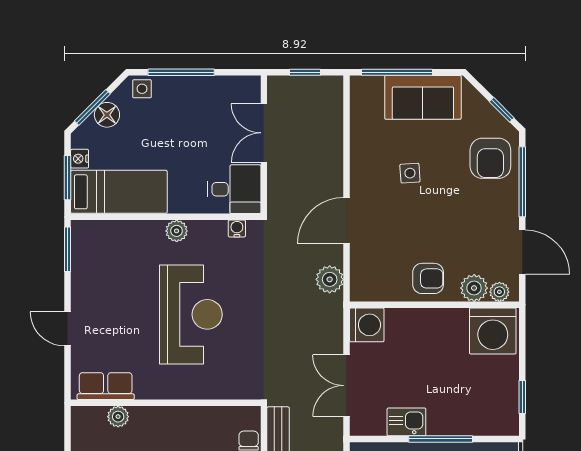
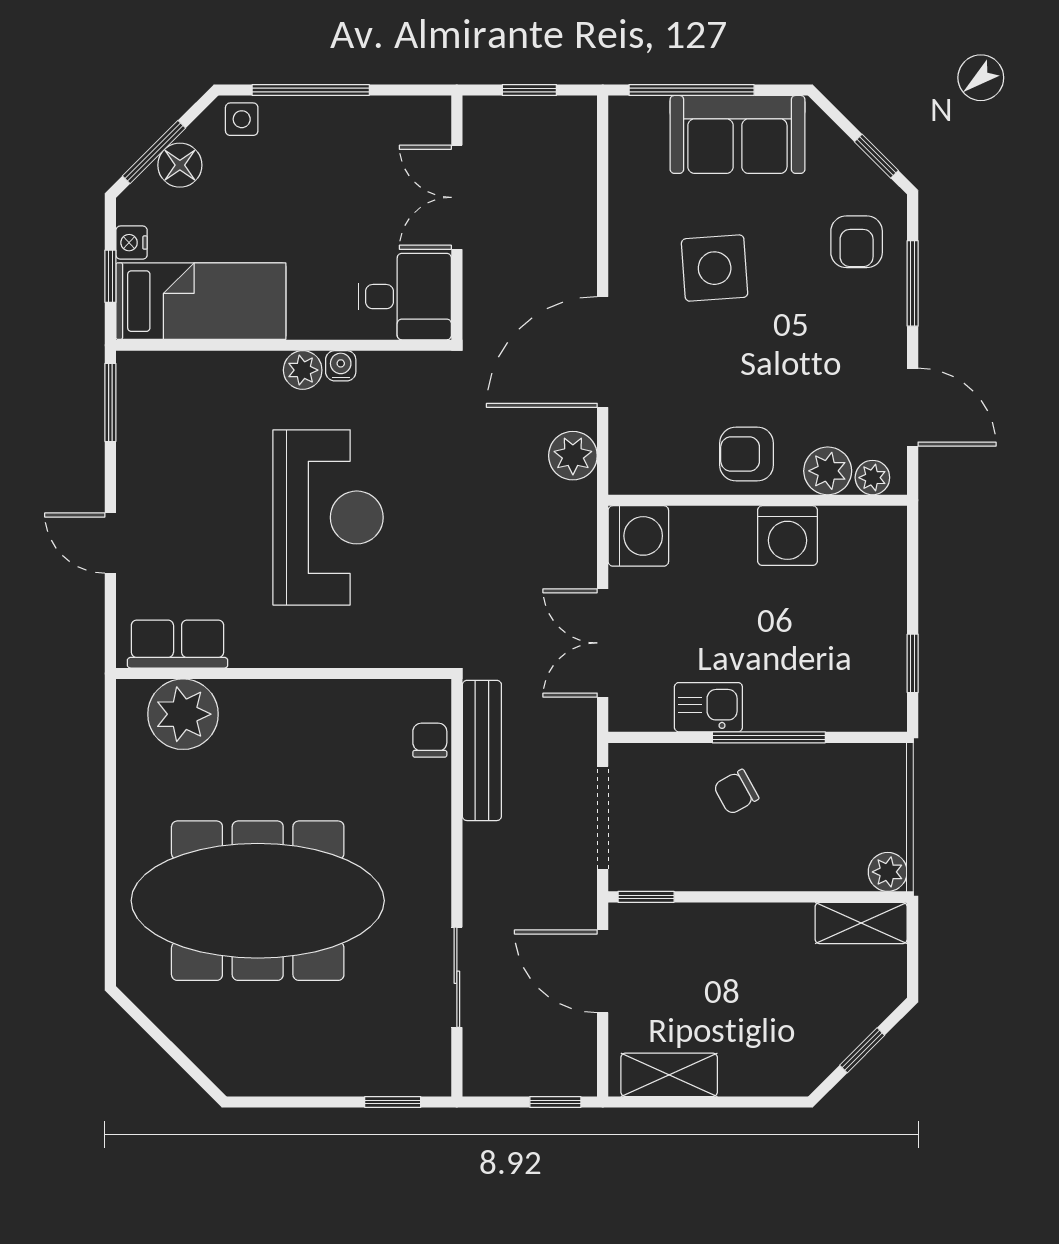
armchair: (490, 158) -> (857, 242), width x0.72, depth x0.72
side table: (410, 173) -> (715, 268), width x1.87, depth x1.87
window: (68, 178) -> (110, 276), width x0.67
window: (522, 182) -> (913, 283), width x0.69
door: (347, 221) -> (603, 352), width x1.36
water cooler: (237, 228) -> (341, 366), moved
armchair: (428, 278) -> (747, 454), turned 180
washing machine: (493, 331) -> (787, 536), moved, width x0.73, depth x0.73
plant: (118, 417) -> (183, 714), width x1.88, depth x1.88

